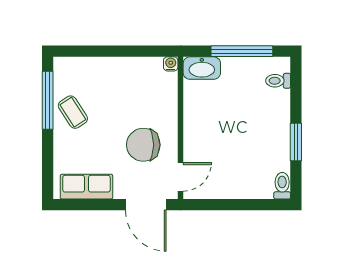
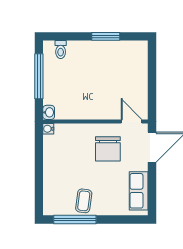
washbasin: (202, 68) -> (49, 112), width x0.52, depth x0.69
coffee table: (73, 112) -> (84, 201), turned -49
toilet: (282, 186) -> (138, 47), removed

